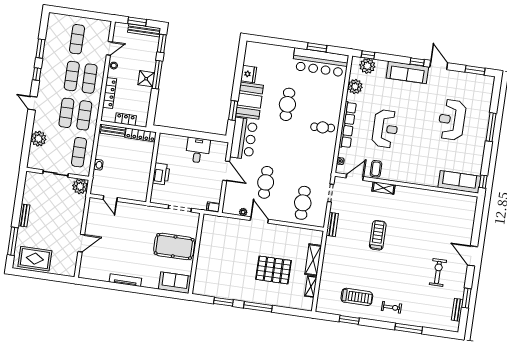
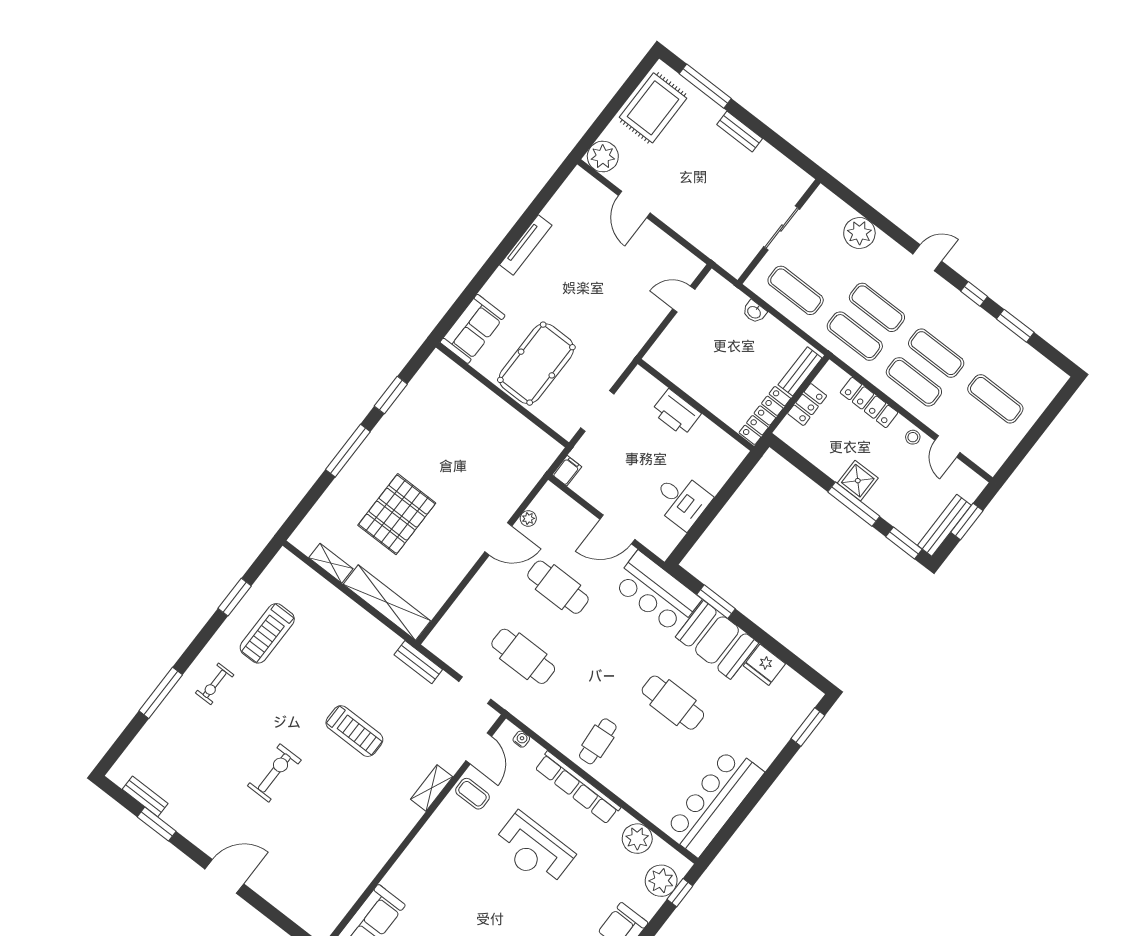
window: (317, 47) -> (808, 727), moved
plant: (80, 186) -> (603, 156), moved
cafe table: (303, 203) -> (523, 656), moved
shelving: (313, 260) -> (387, 602), width x1.47
exercise bike: (438, 272) -> (274, 773), moved, turned -90

